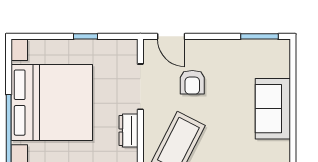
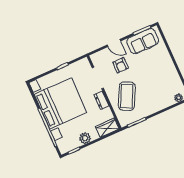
door: (171, 36) -> (114, 43), moved
sofa: (273, 109) -> (143, 41), moved, turned -90

